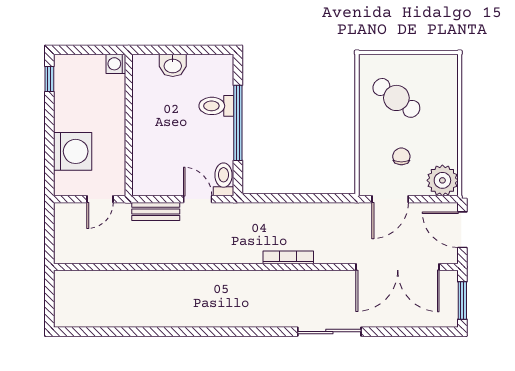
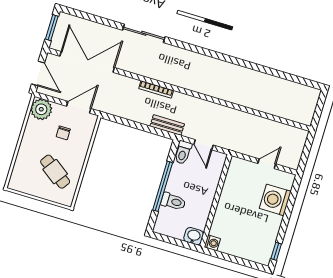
washing machine: (116, 64) -> (212, 243), moved
wall: (129, 125) -> (216, 201), moved
bench: (156, 211) -> (167, 125), moved

